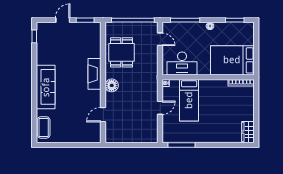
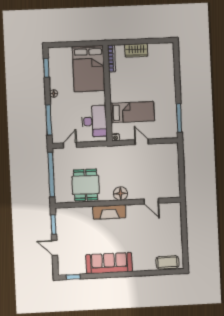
dining table: (122, 52) -> (86, 185), turned 90
sofa: (46, 87) -> (109, 263), moved
wardrobe: (248, 132) -> (136, 50), moved

